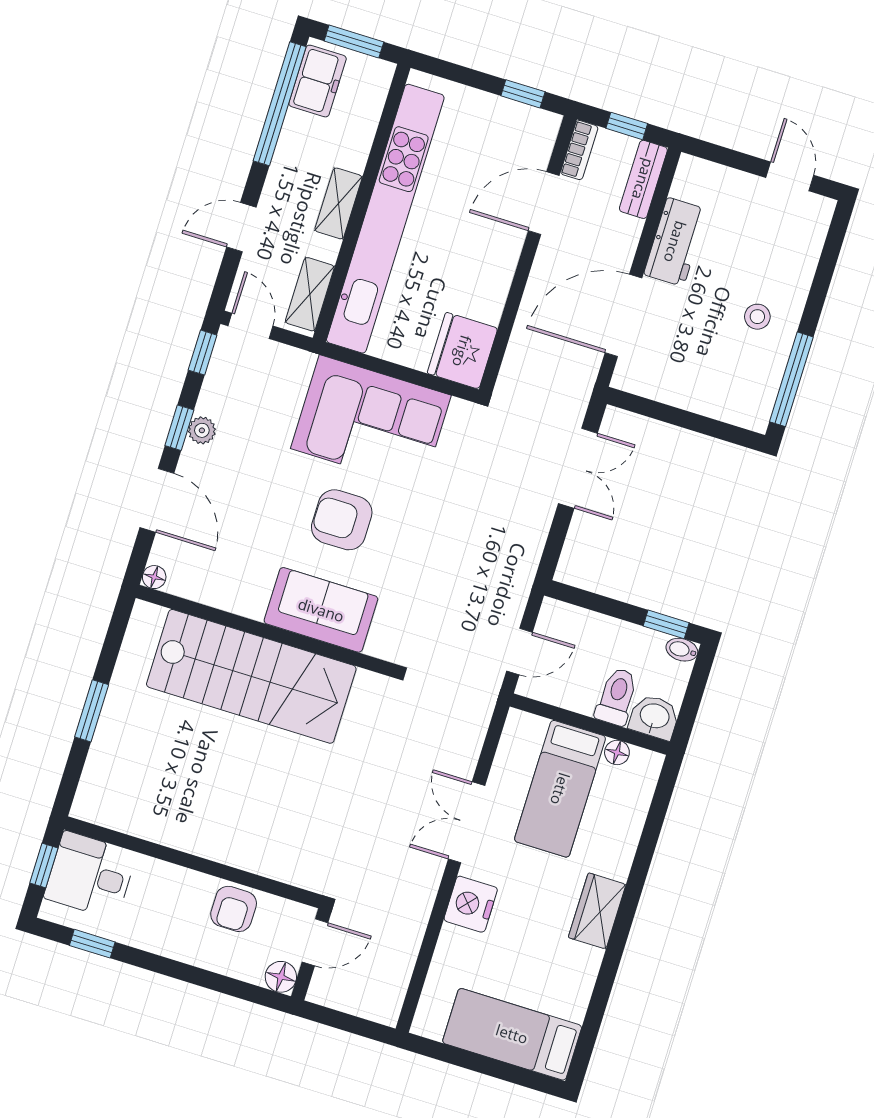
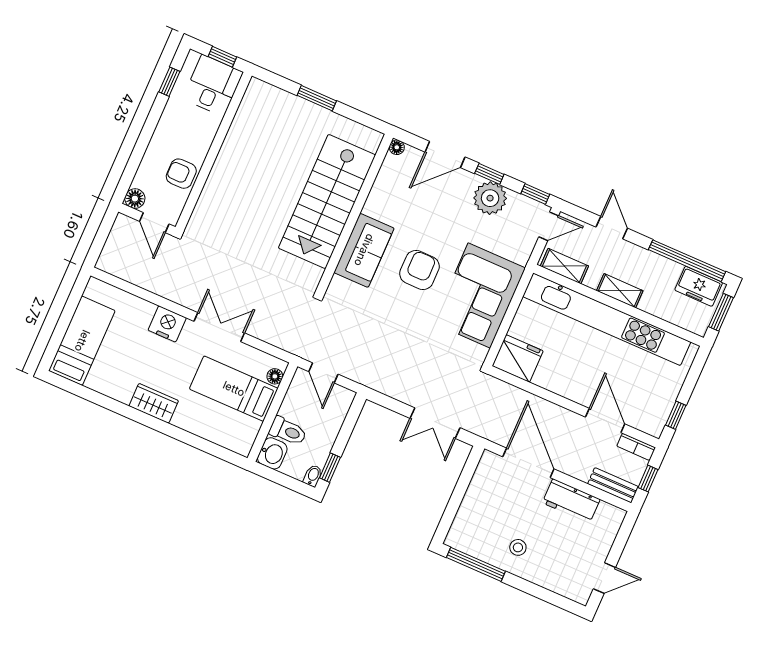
plant: (202, 430) -> (490, 198), width x1.88, depth x1.88
floor lamp: (617, 753) -> (275, 376), moved

